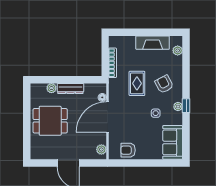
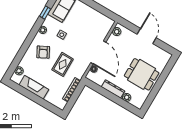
window: (186, 106) -> (45, 13), moved
door: (108, 117) -> (98, 52), hinge flipped
armchair: (128, 150) -> (98, 20), removed

